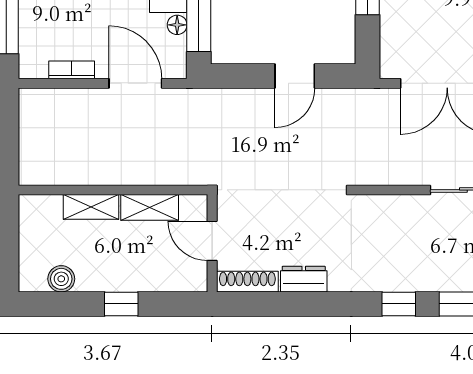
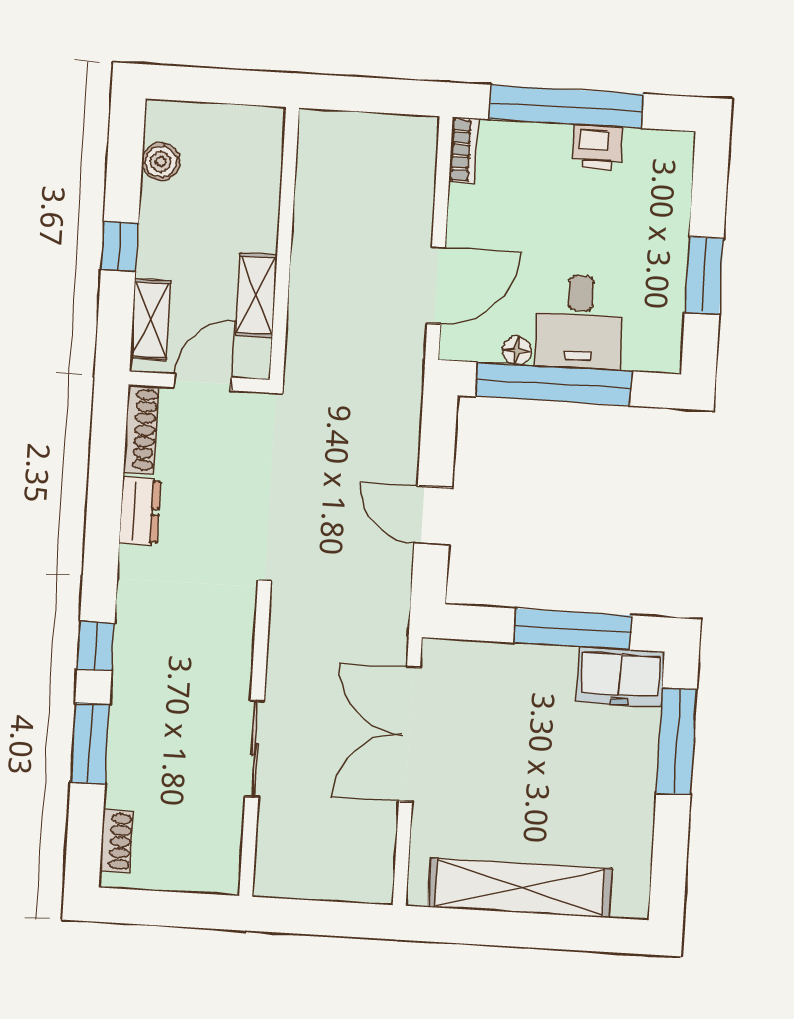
bookcase: (72, 70) -> (464, 150), moved
shelving: (91, 207) -> (150, 320), moved

